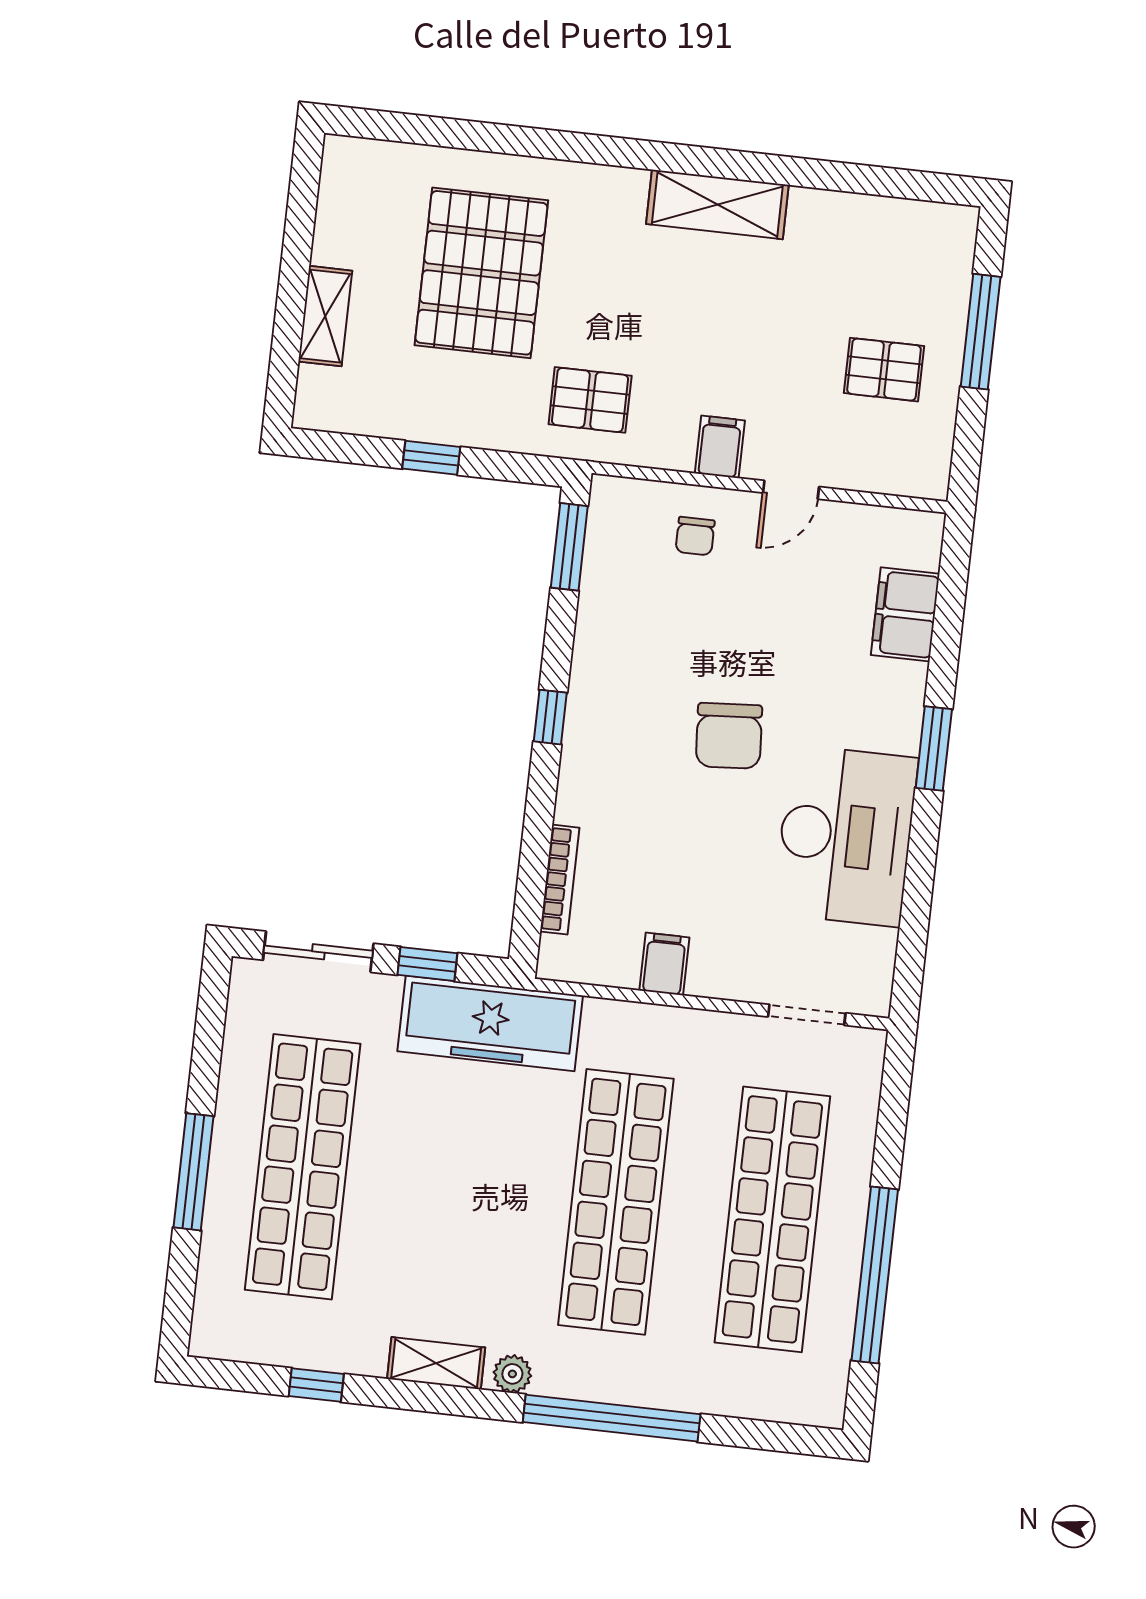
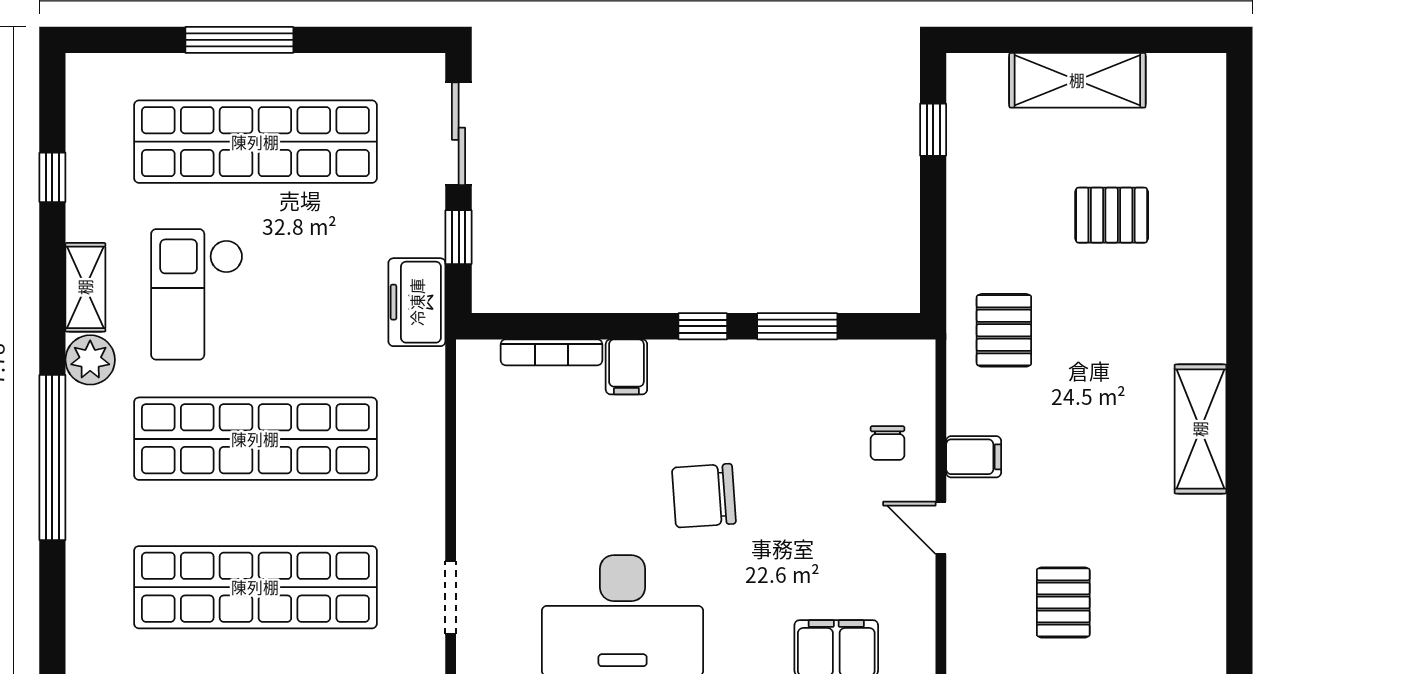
pallet: (481, 273) -> (1112, 215), width x0.49, depth x0.50
shelving: (325, 316) -> (1077, 80), width x1.50, depth x1.33
window: (431, 458) -> (933, 130), moved
chair: (695, 536) -> (887, 443), turned -90
window: (569, 547) -> (797, 326), moved
filing cabinet: (664, 964) -> (626, 367), moved, turned 90
freezer: (490, 1023) -> (417, 302), width x0.52, depth x0.79
checkout: (457, 1247) -> (197, 294), added
plant: (512, 1374) -> (90, 360), width x1.38, depth x1.38

